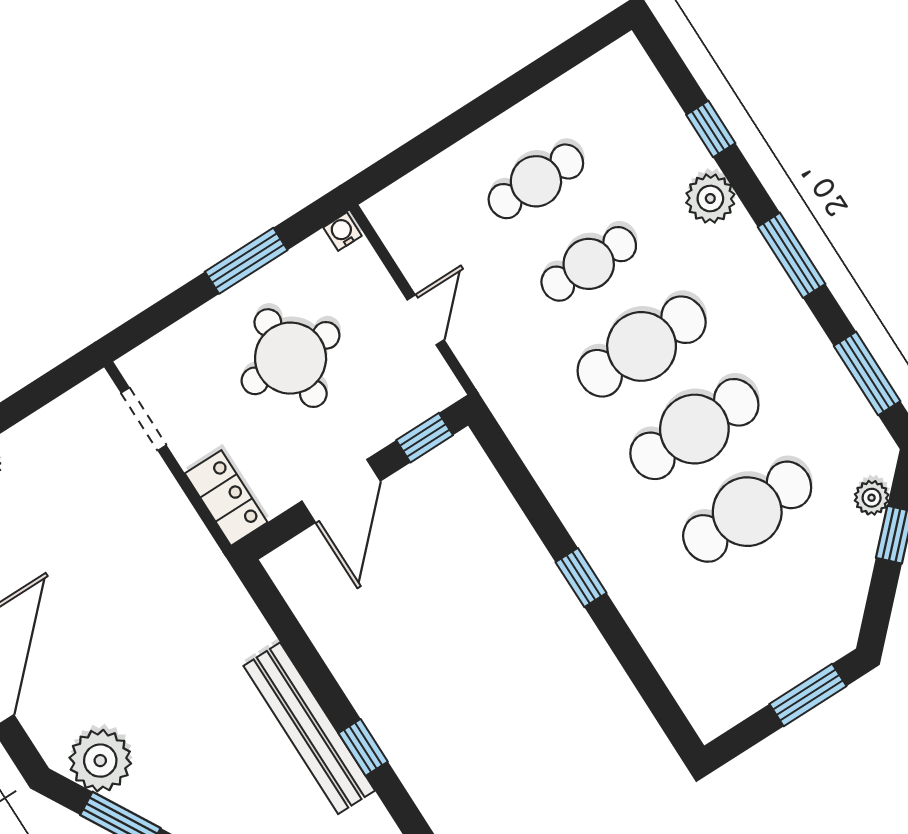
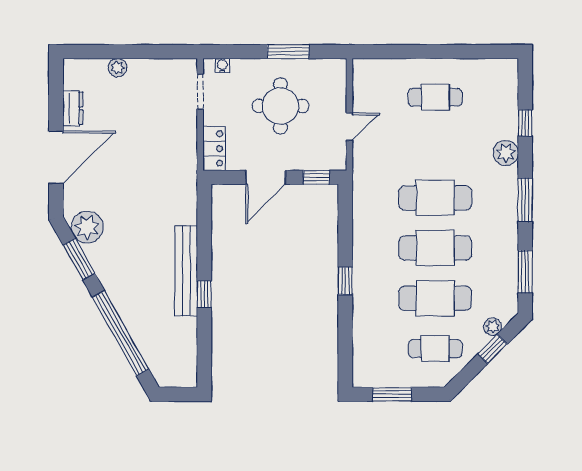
water cooler: (342, 232) -> (222, 66), moved
cafe table: (589, 264) -> (435, 349), moved
window: (808, 695) -> (392, 394), moved

